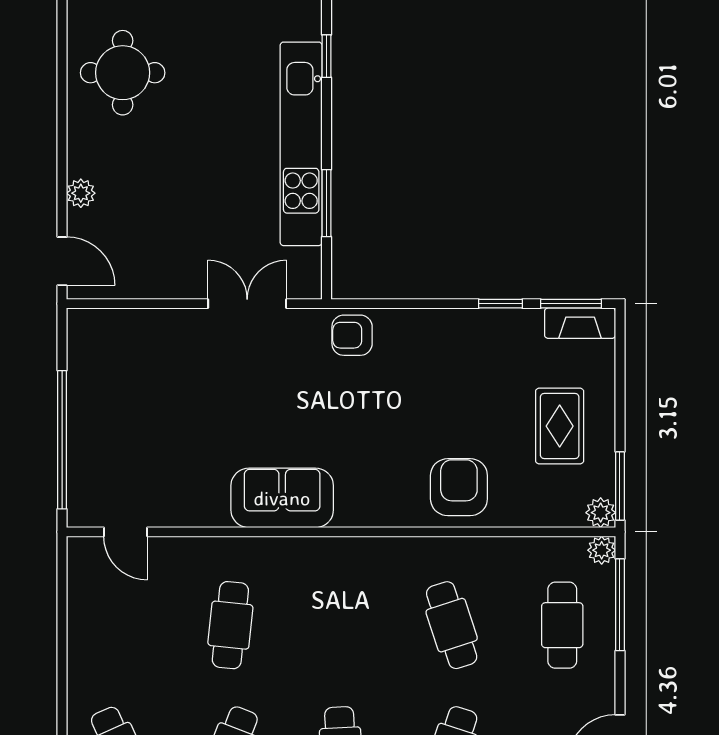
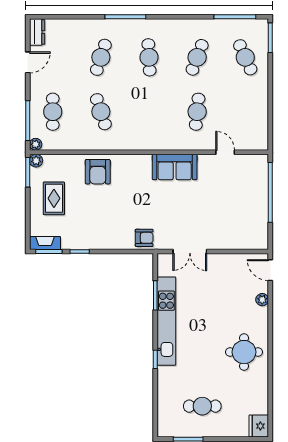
door: (126, 532) -> (225, 152), moved

